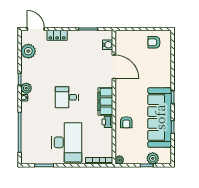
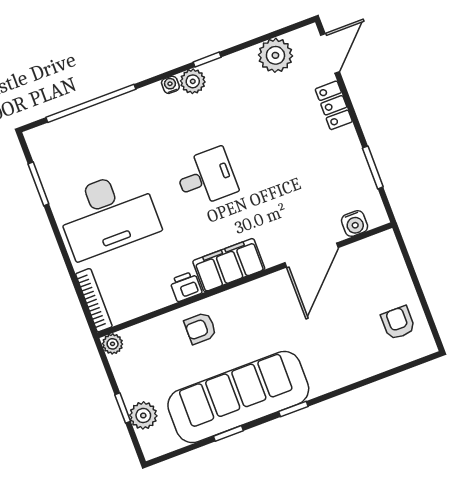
desk: (67, 97) -> (206, 177), turned 90

